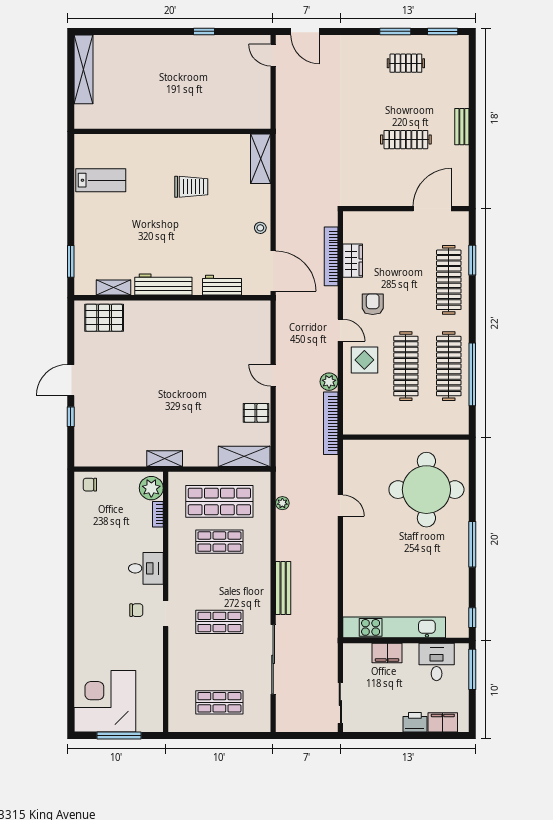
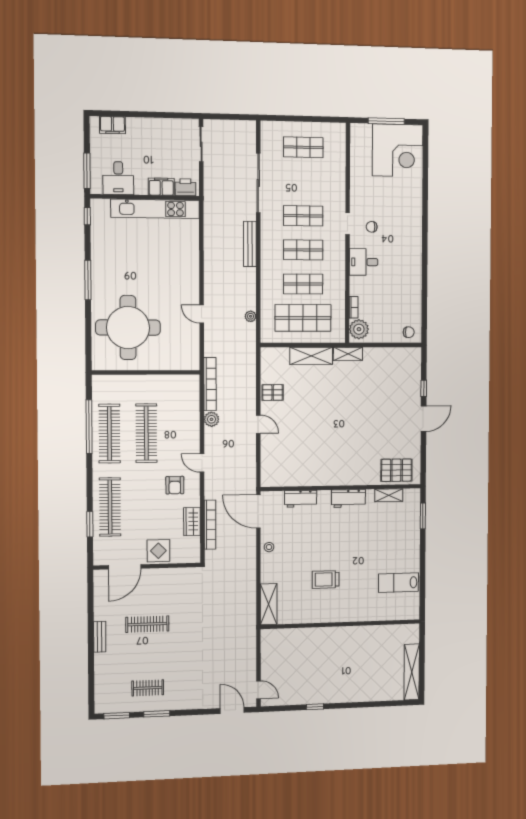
workbench: (163, 285) -> (348, 498), width x0.73
display table: (364, 360) -> (158, 551), moved
shelving: (244, 456) -> (311, 356), moved
shop shelf: (219, 582) -> (303, 250), added
printer: (415, 722) -> (185, 187), moved, turned 180

